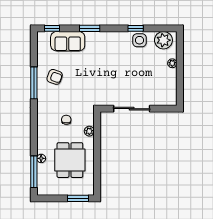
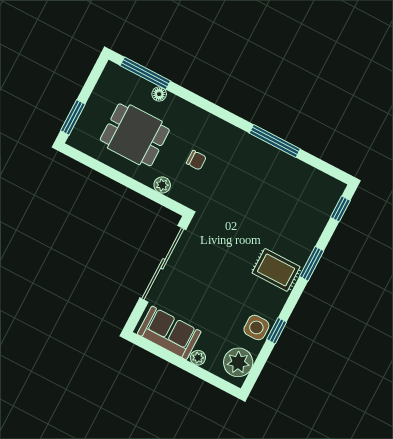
sofa: (68, 41) -> (169, 333), moved, turned 90
rug: (103, 46) -> (276, 270), added
armchair: (55, 77) -> (268, 176), removed
sliding door: (132, 109) -> (163, 264), width x1.36

